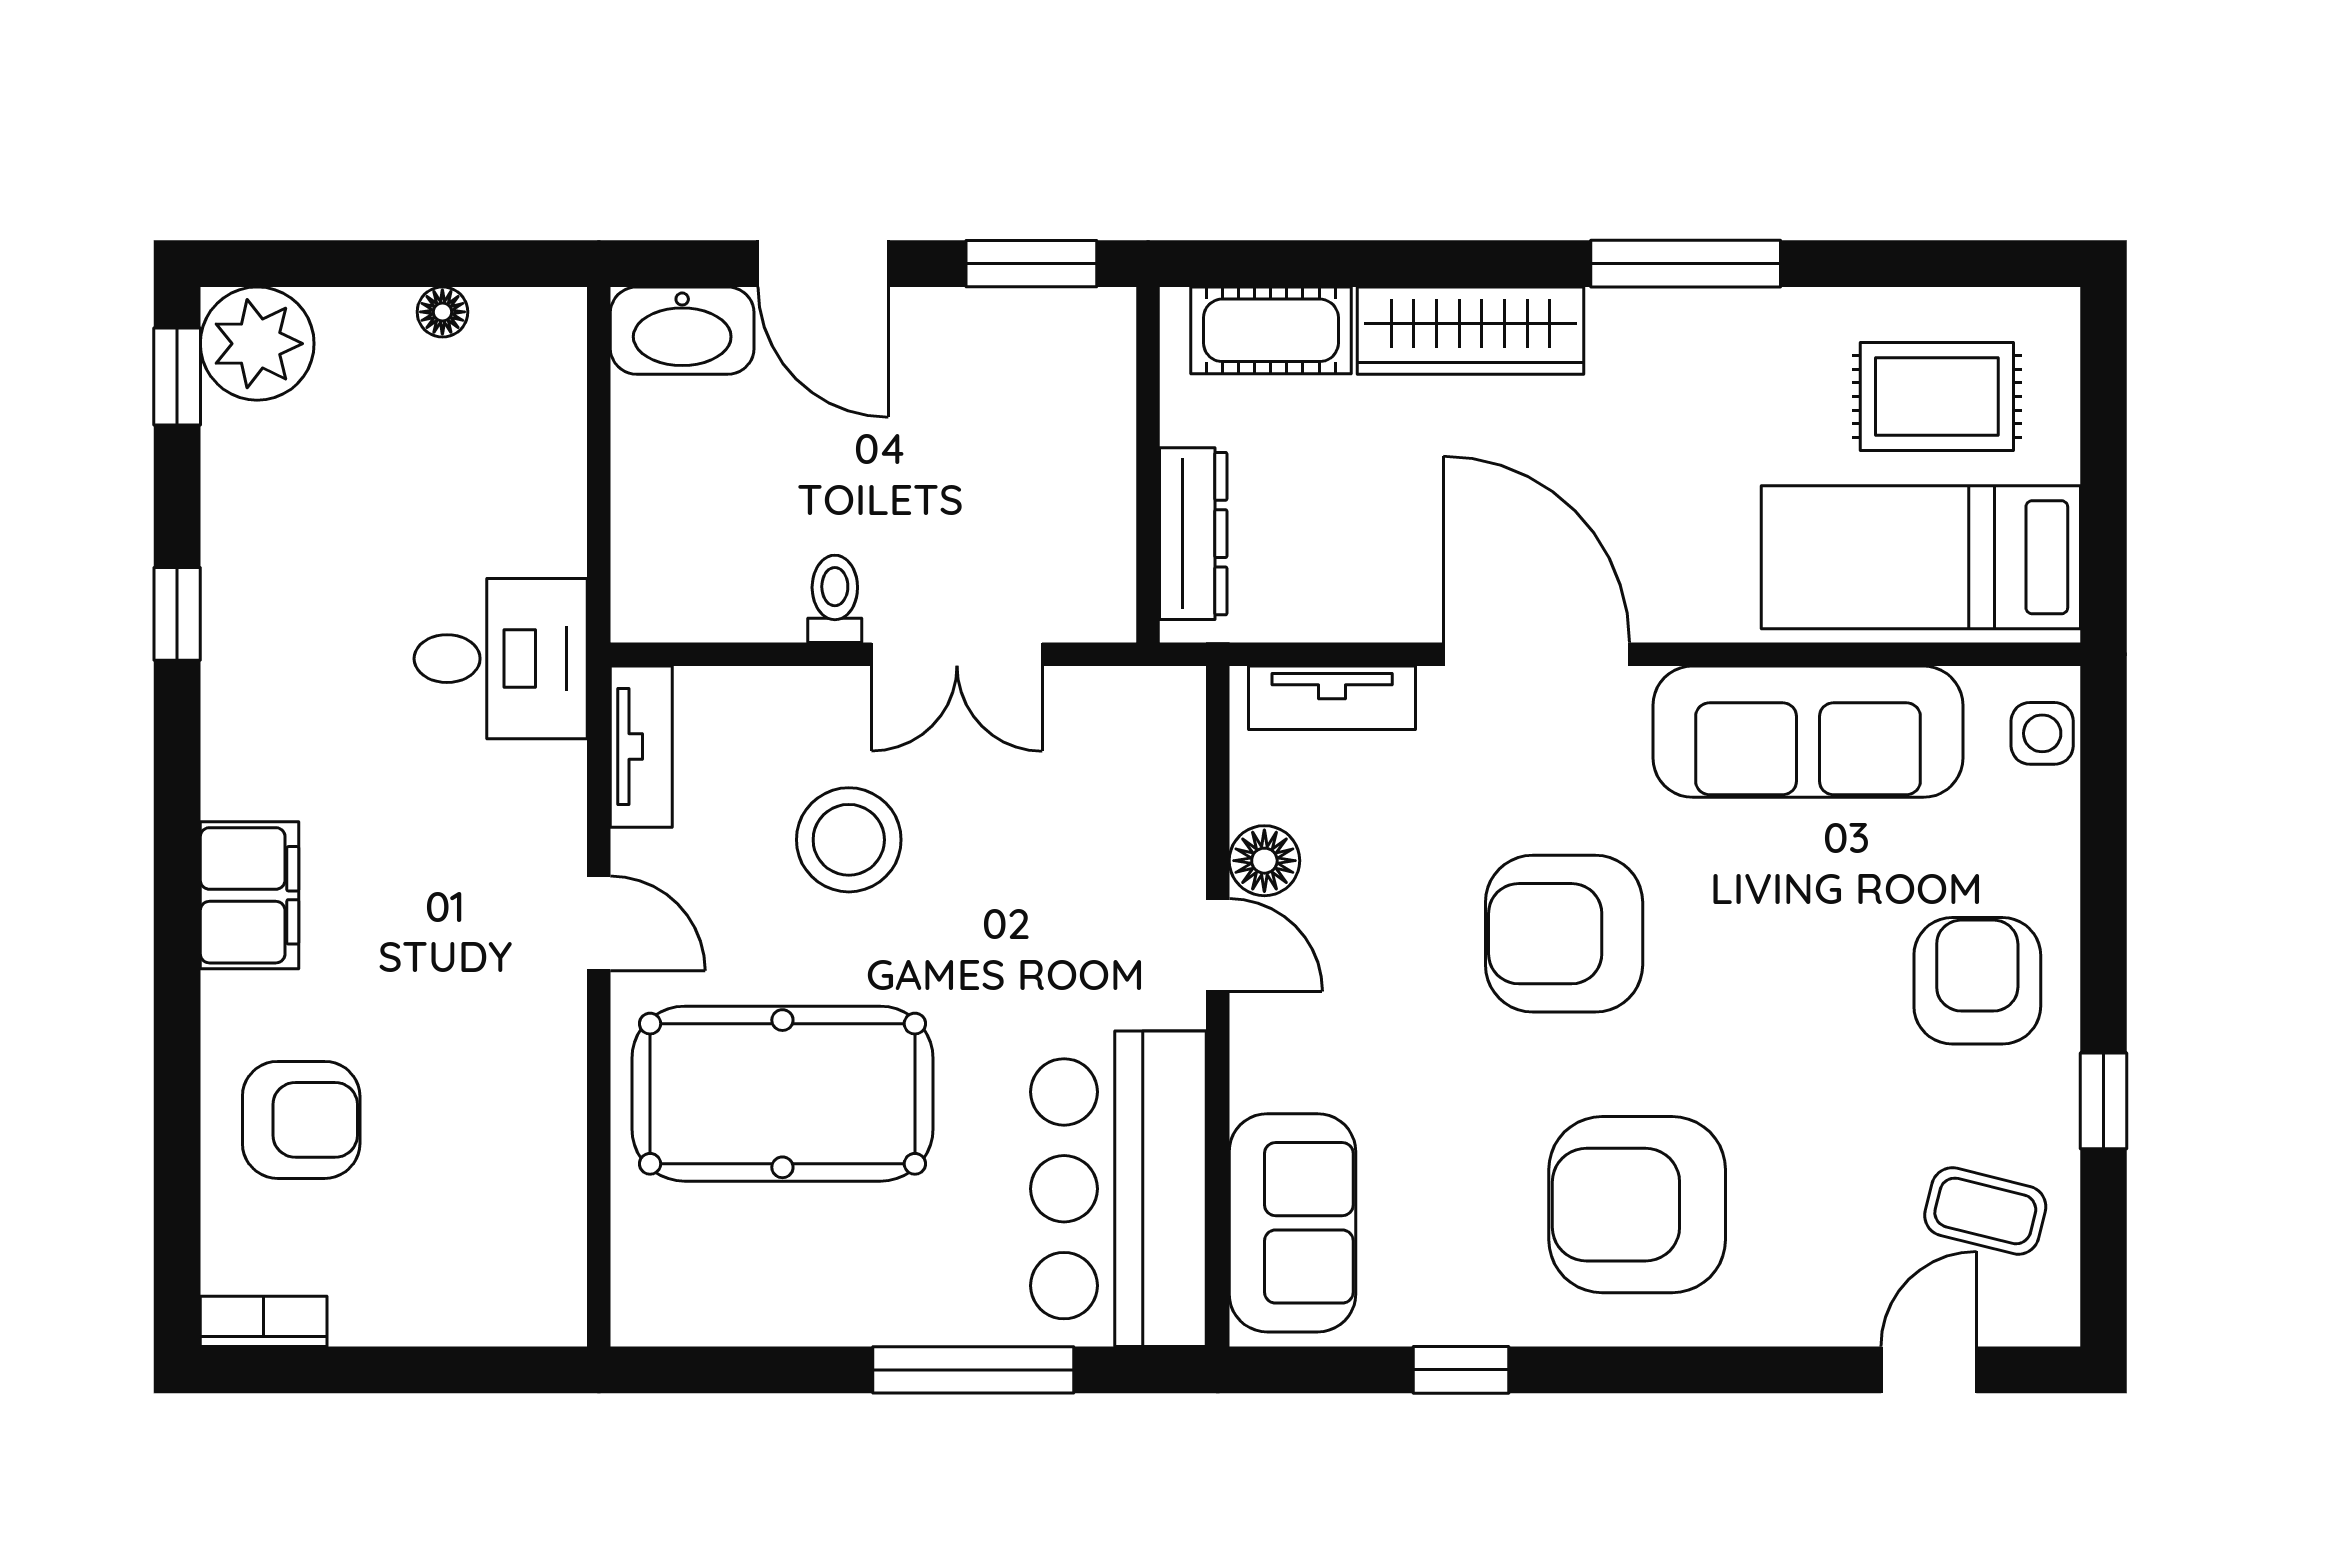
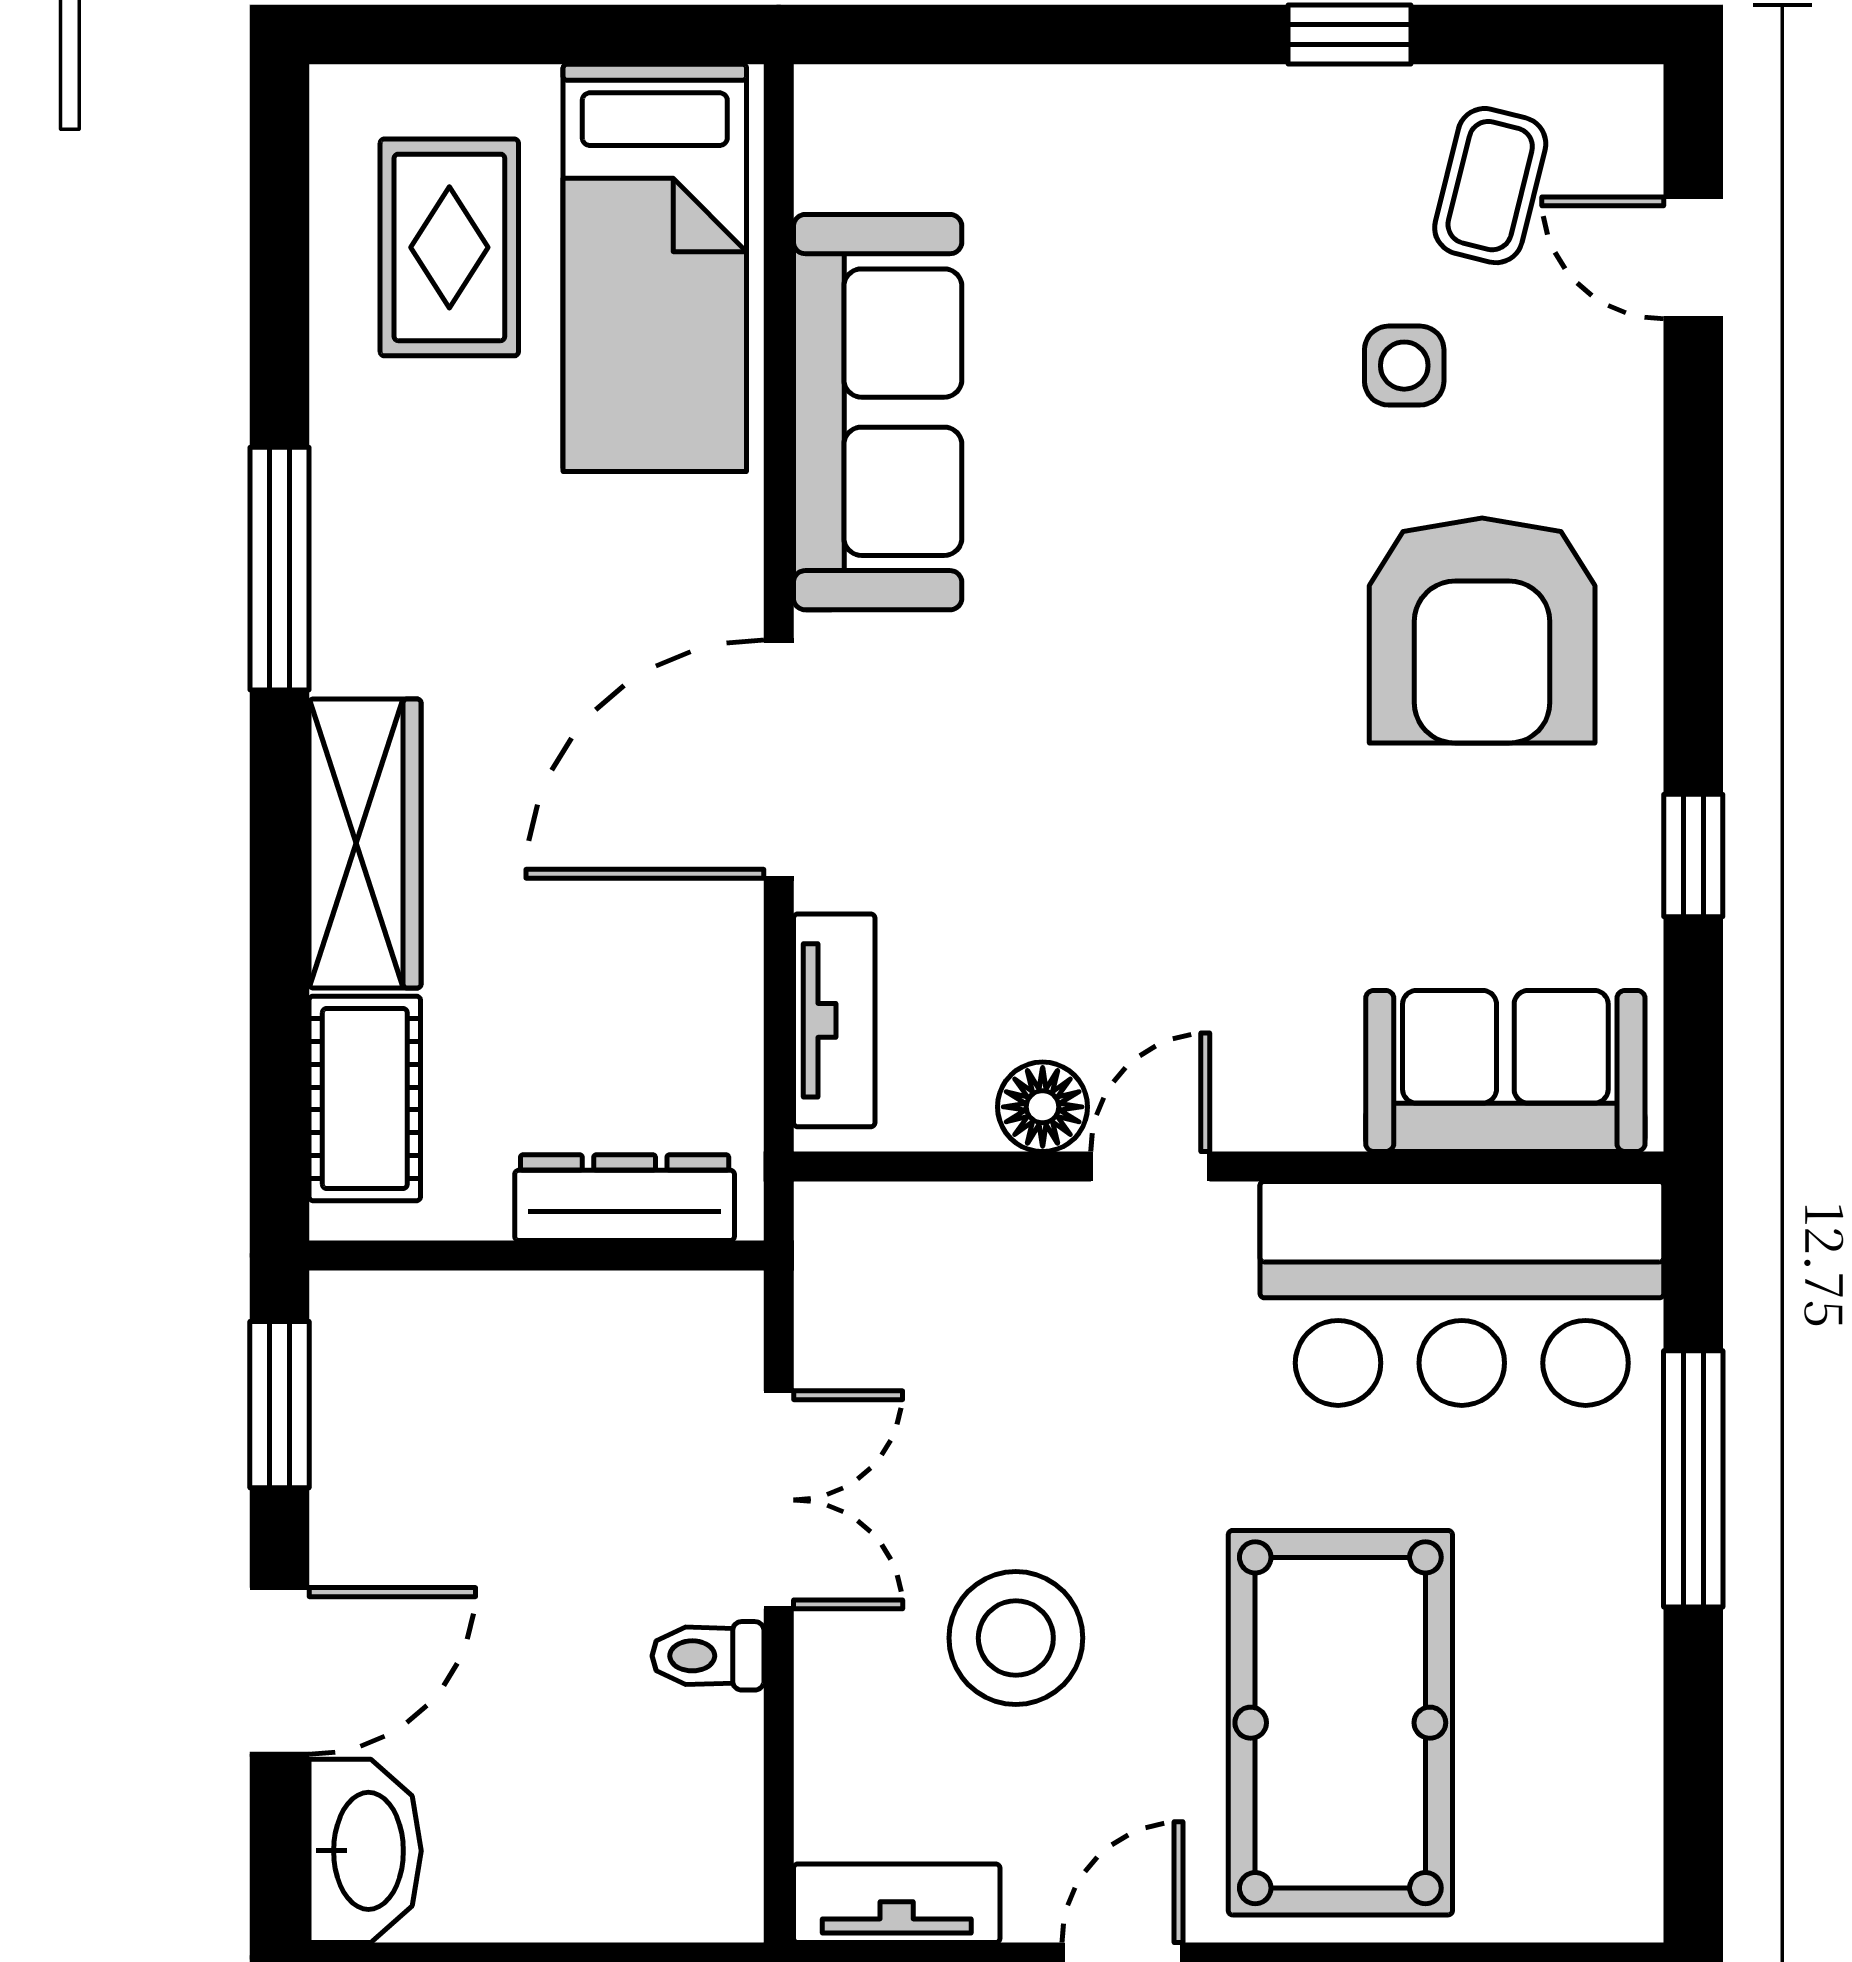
side table: (2042, 733) -> (1404, 366), moved
armchair: (1564, 934) -> (1136, 724), removed
armchair: (1977, 981) -> (1196, 196), removed

